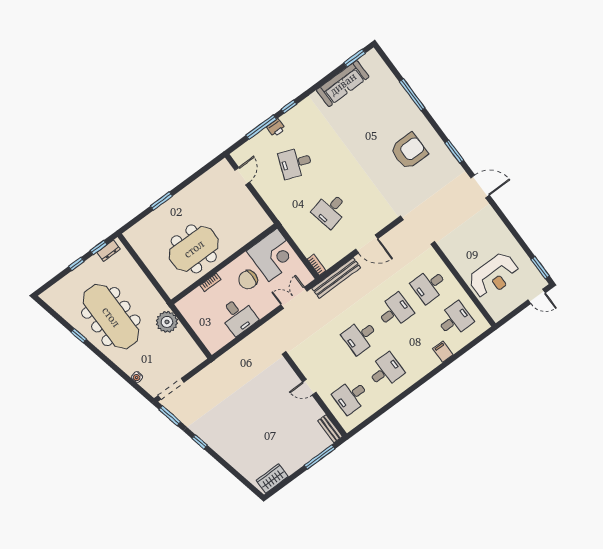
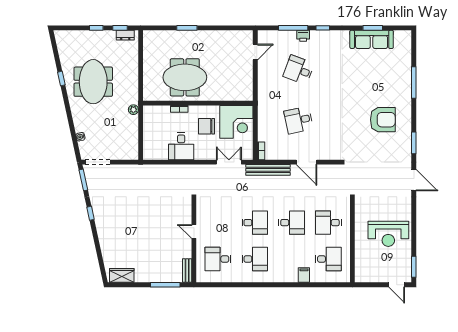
window: (355, 58) -> (373, 28), moved
reception desk: (494, 276) -> (388, 234), moved
meeting table: (111, 317) -> (93, 82), width x0.73
plant: (167, 322) -> (133, 110), width x0.53, depth x0.53
desk: (360, 337) -> (255, 223), turned 180

